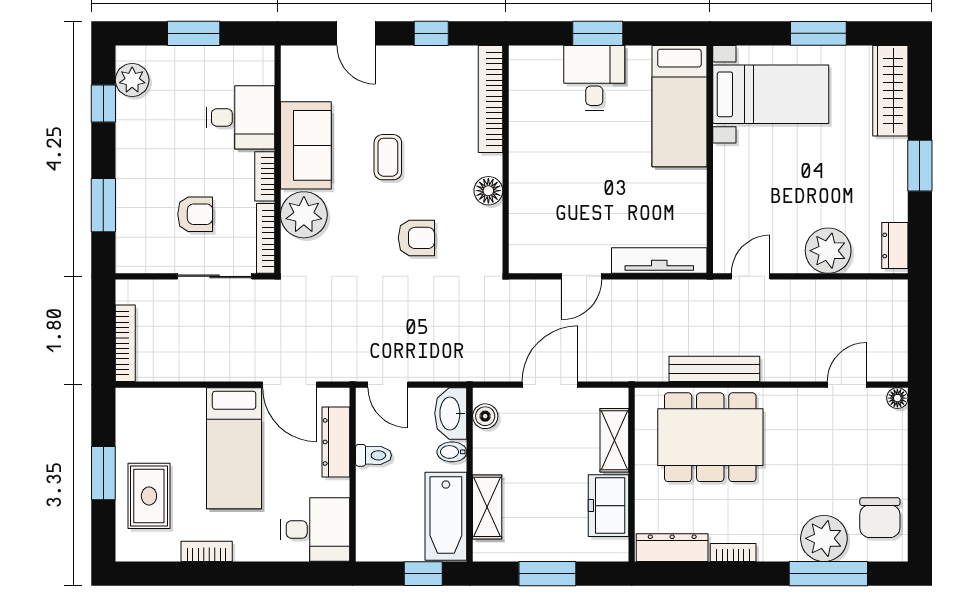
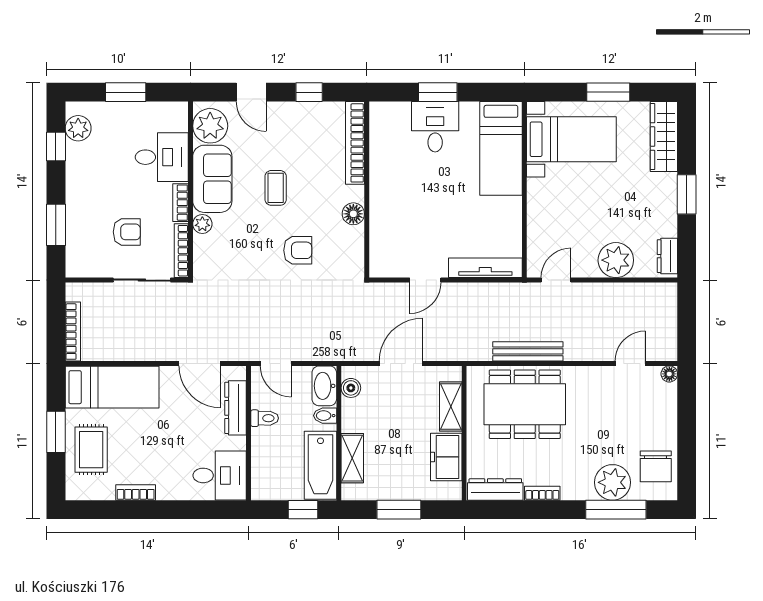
plant: (303, 77) -> (210, 126), added
plant: (304, 215) -> (202, 224), width x0.53, depth x0.53
bed: (234, 448) -> (112, 387), moved, turned -90

